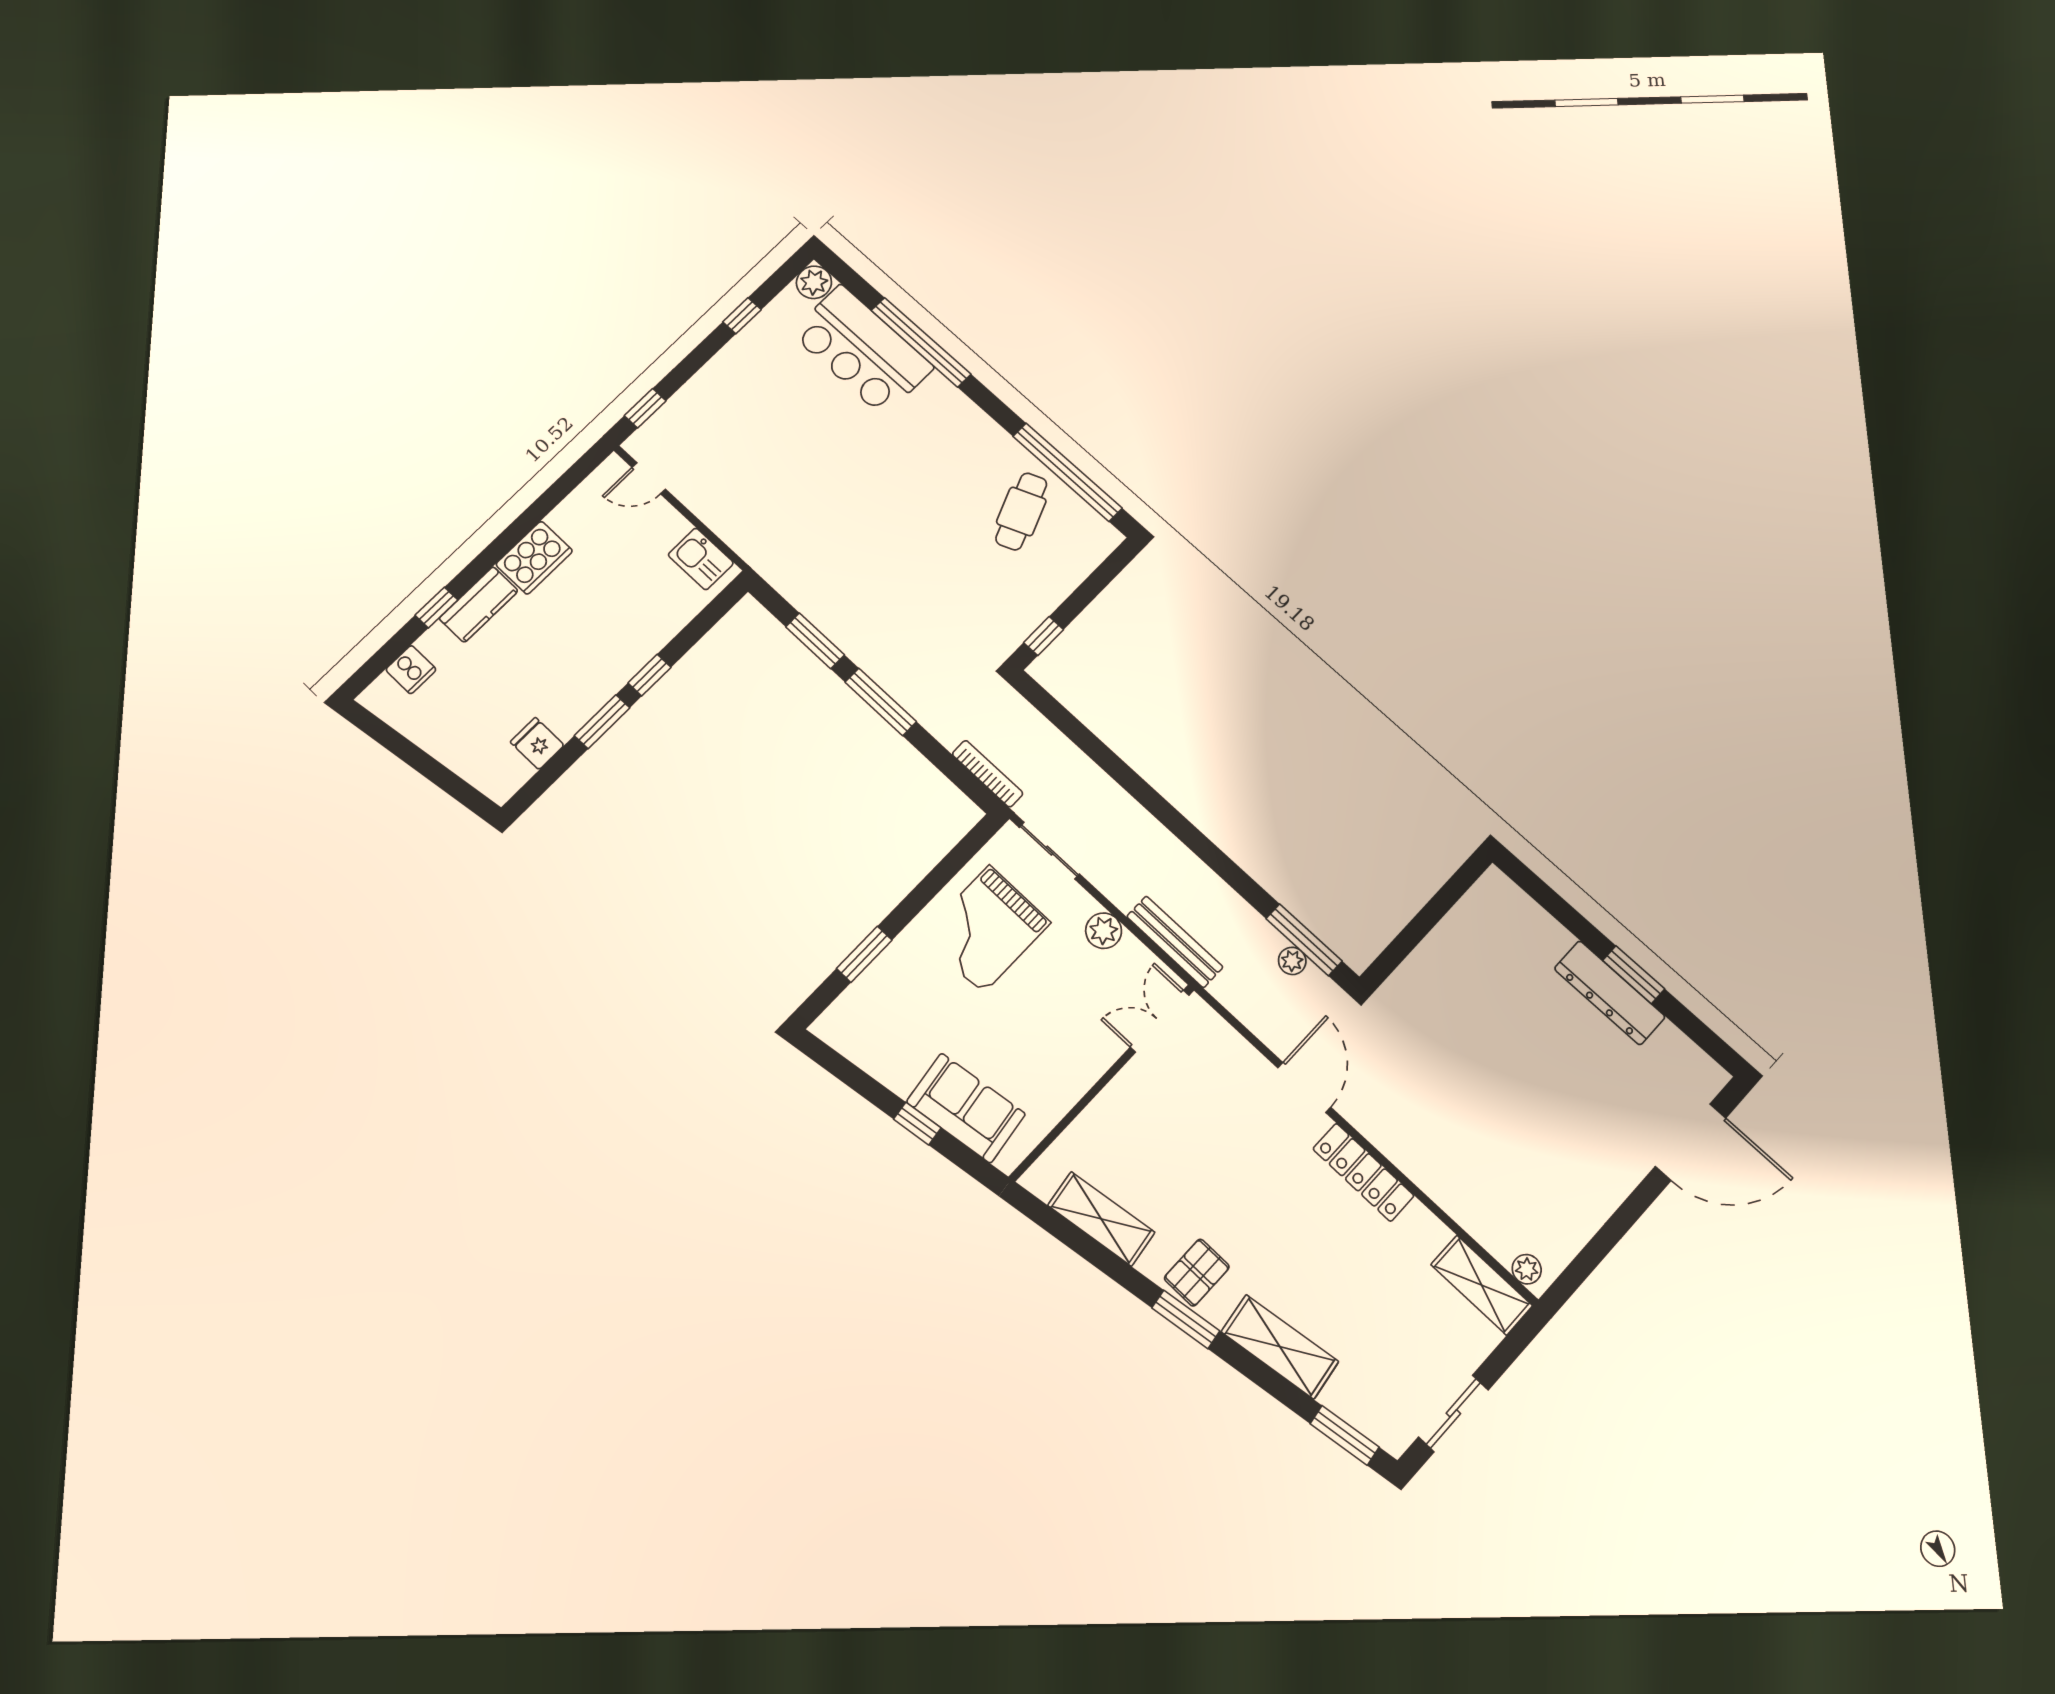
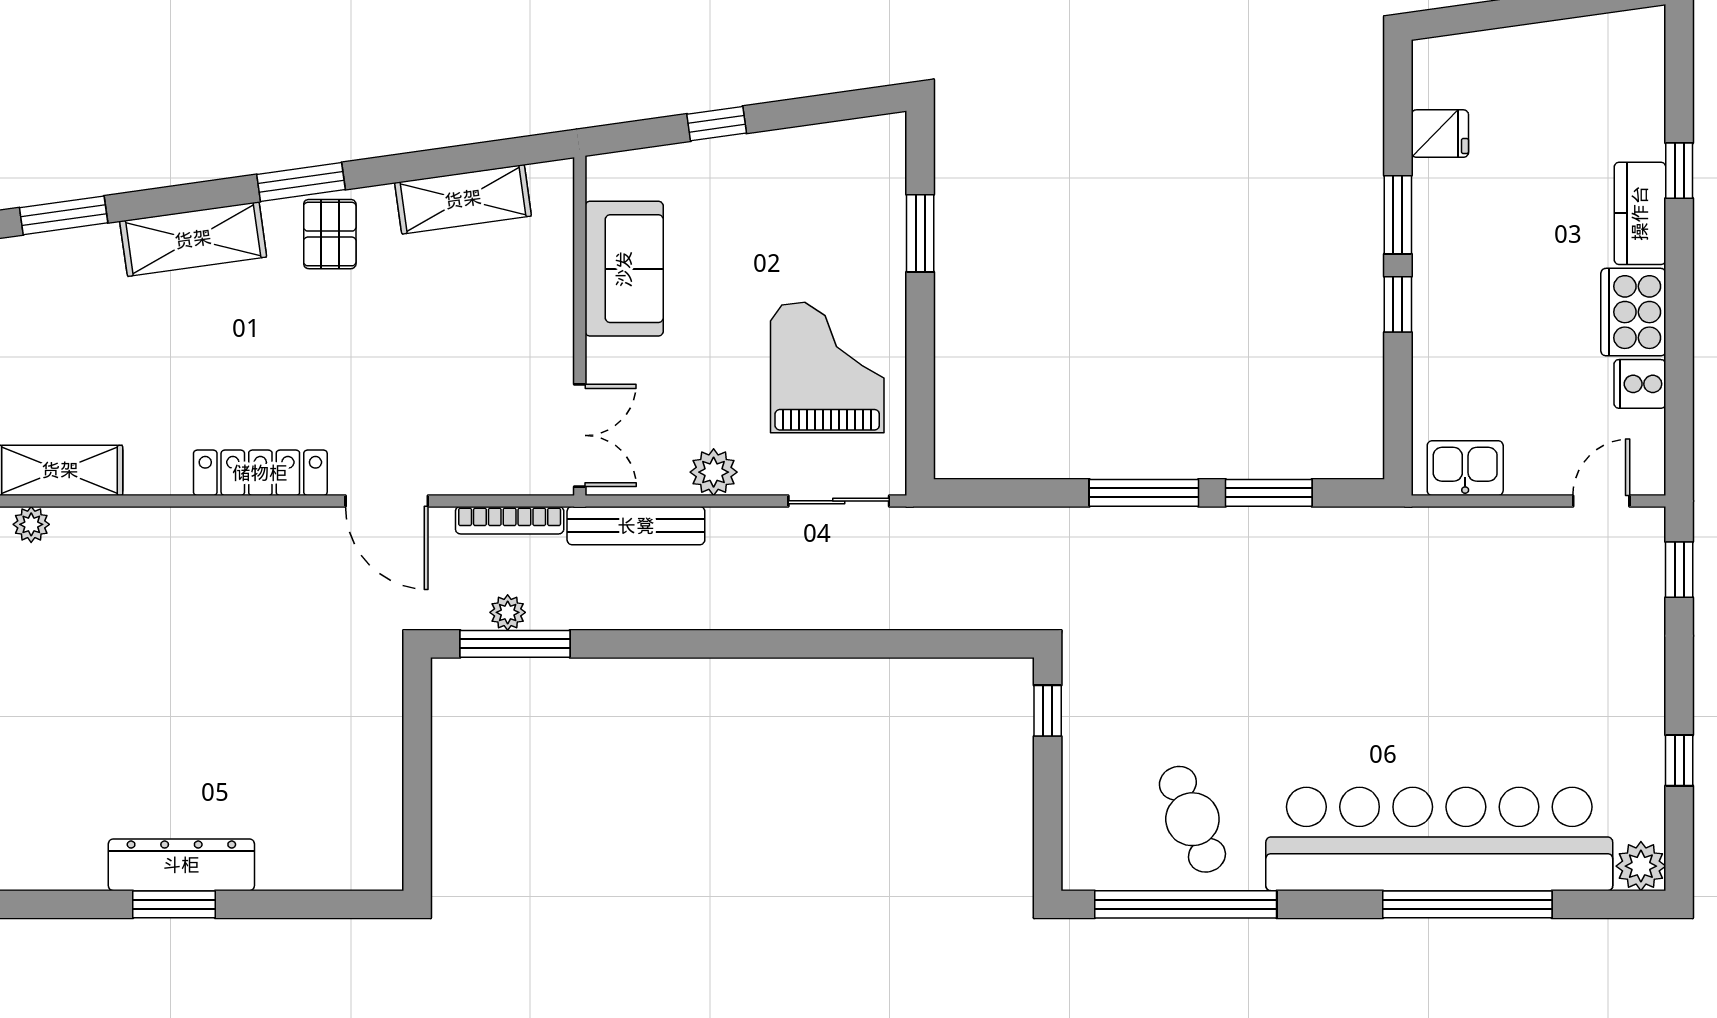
bar counter: (862, 350) -> (1439, 839), width x1.86
cooker: (411, 670) -> (1640, 384), moved
bookcase: (988, 774) -> (510, 520), moved
sofa: (966, 1108) -> (624, 269), moved, turned -82

